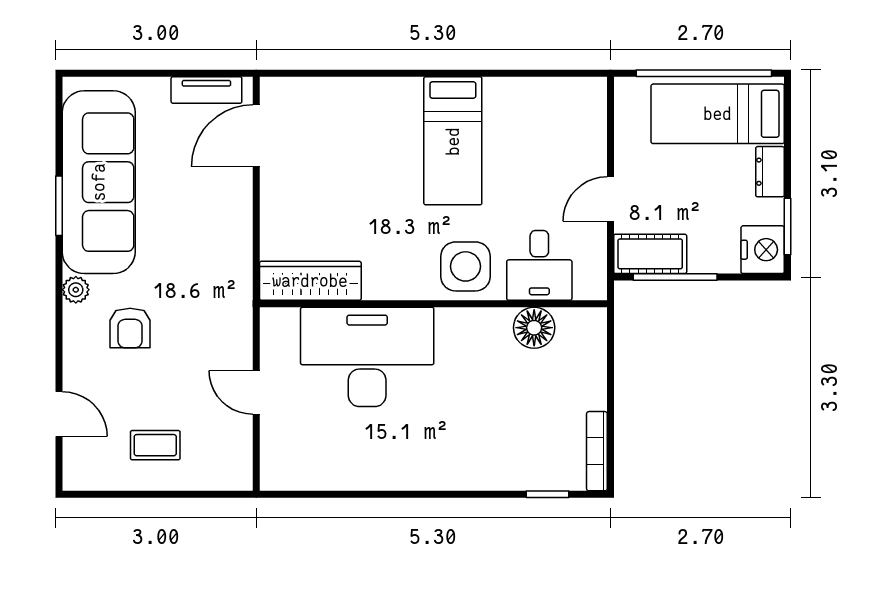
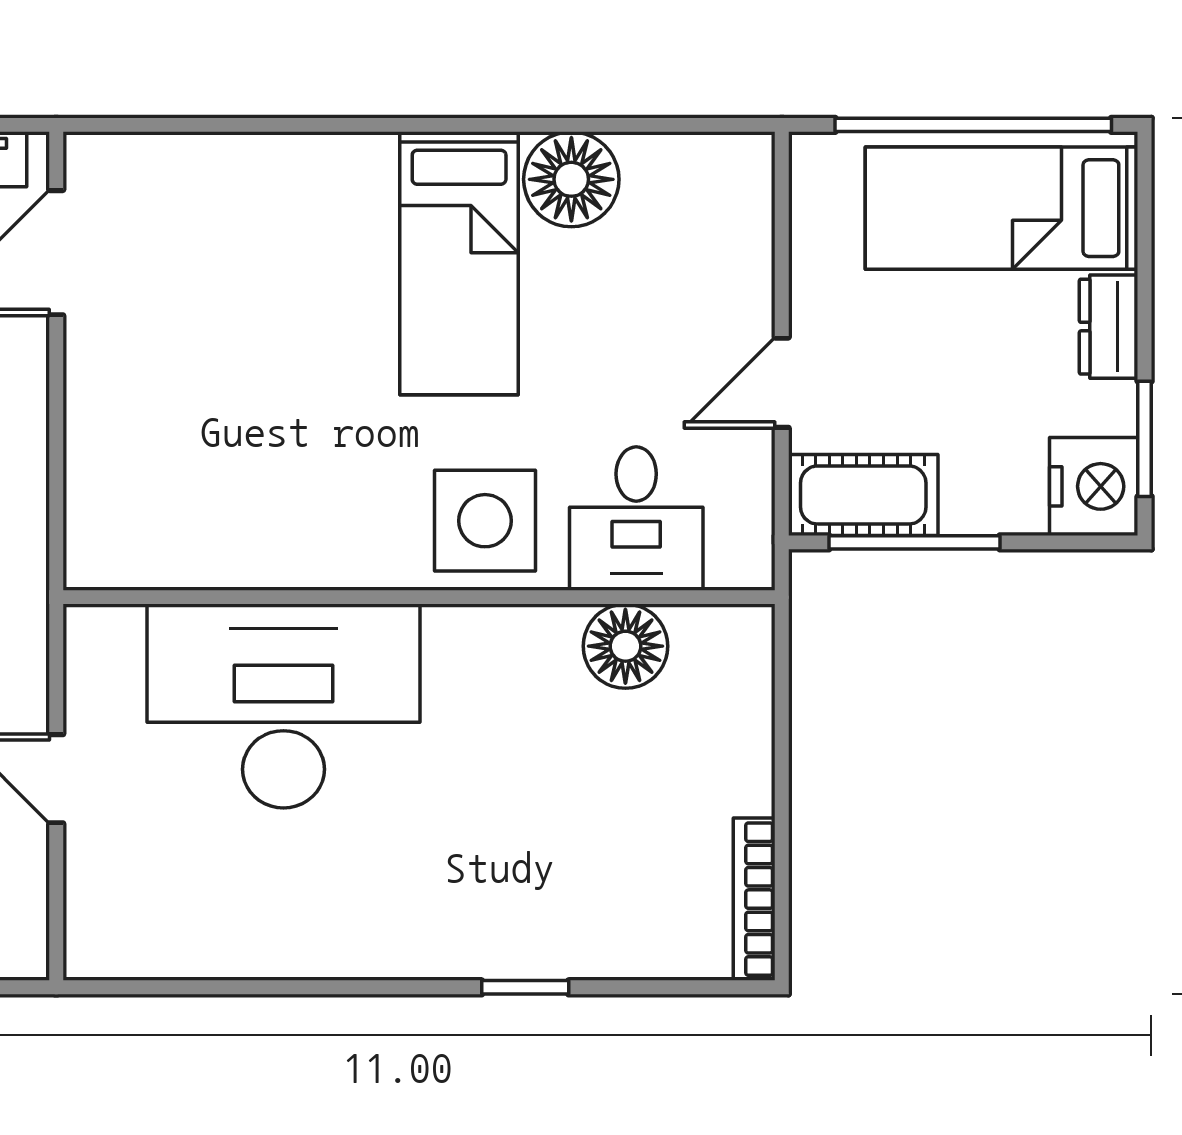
floor lamp: (508, 100) -> (571, 179), added
wardrobe: (310, 281) -> (167, 550), removed
window: (548, 494) -> (525, 987), moved

